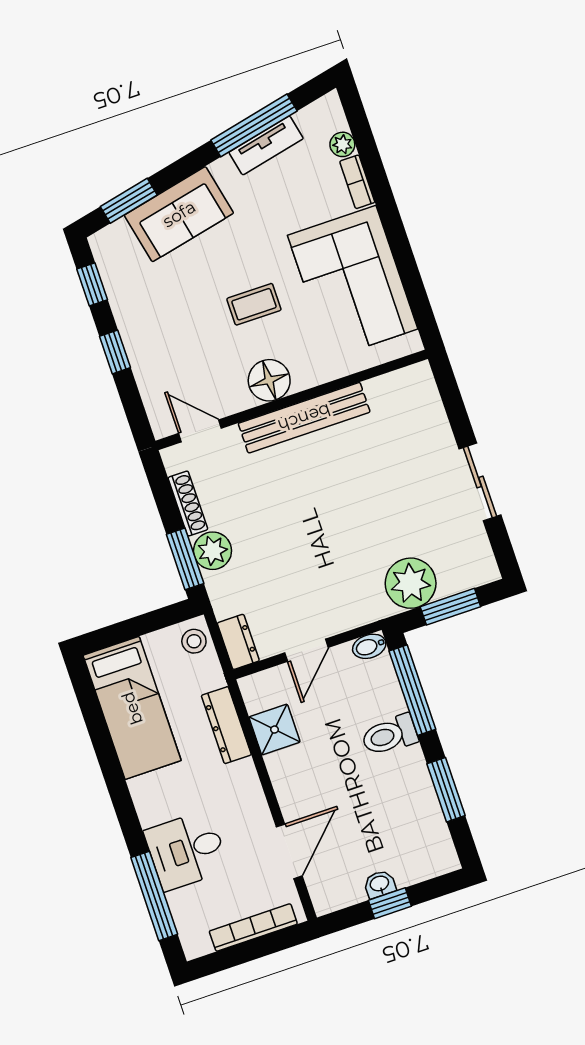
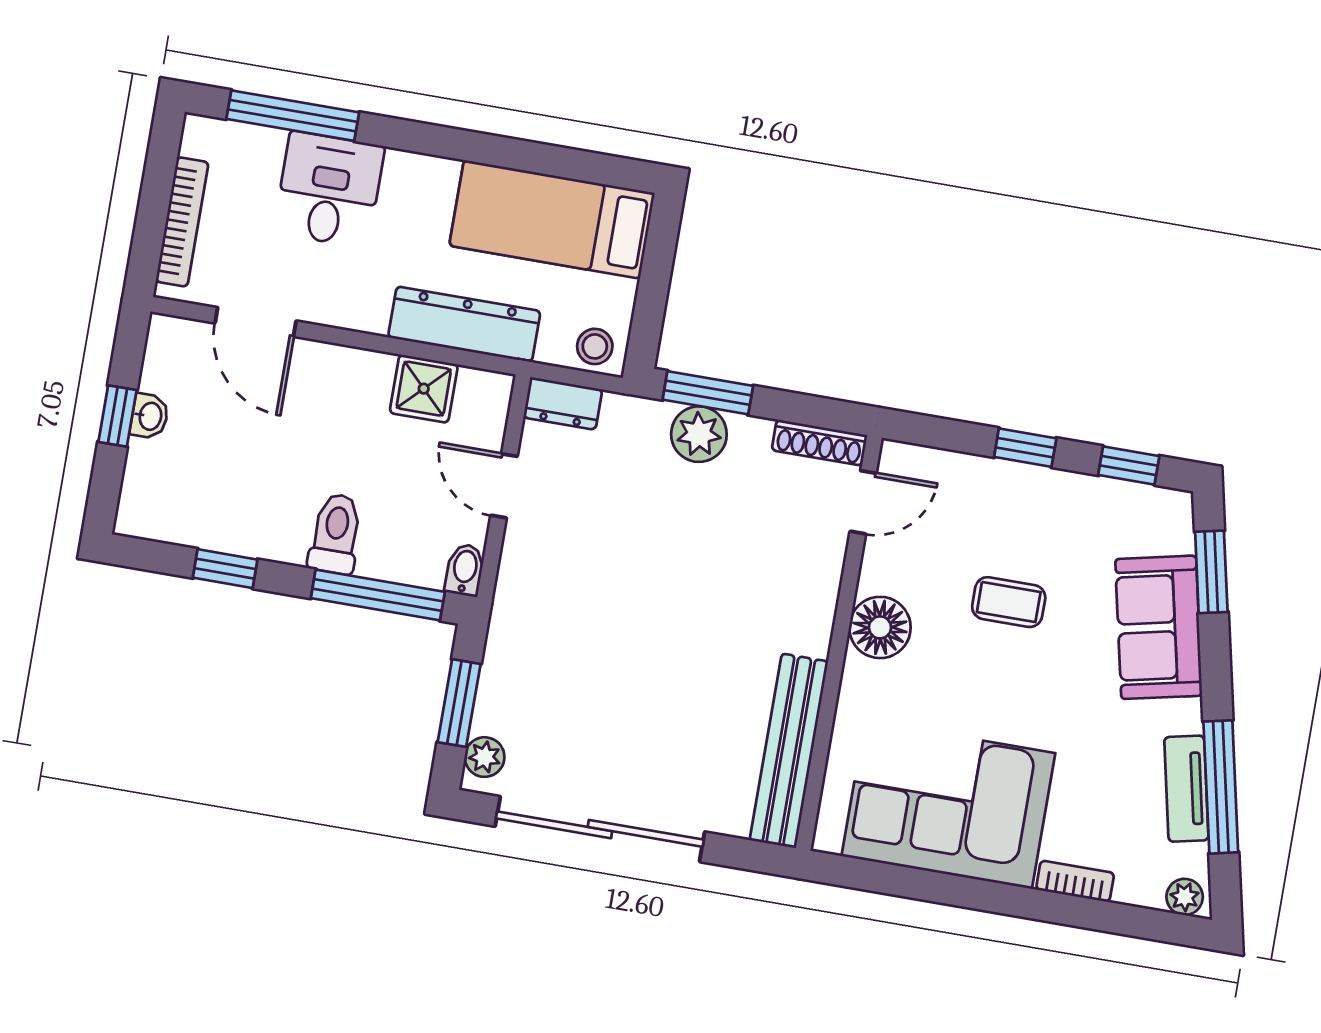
plant: (342, 144) -> (1185, 897), moved
coffee table: (254, 304) -> (1009, 602), moved, turned 90
bench: (304, 418) -> (789, 751), moved
sliding door: (480, 482) -> (600, 829), width x1.86
shoe rack: (188, 504) -> (819, 443), moved
plant: (411, 583) -> (485, 757), moved, width x0.53, depth x0.53
dresser: (226, 725) -> (464, 324), width x1.37, depth x1.24
window: (446, 790) -> (225, 569), width x0.67

